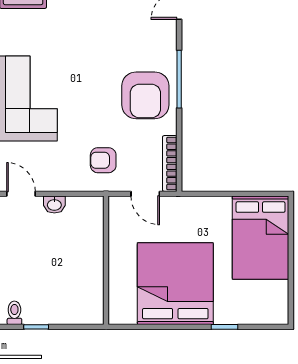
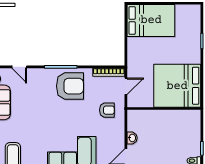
armchair: (103, 160) -> (107, 110), turned -90
bed: (175, 284) -> (177, 86), moved

